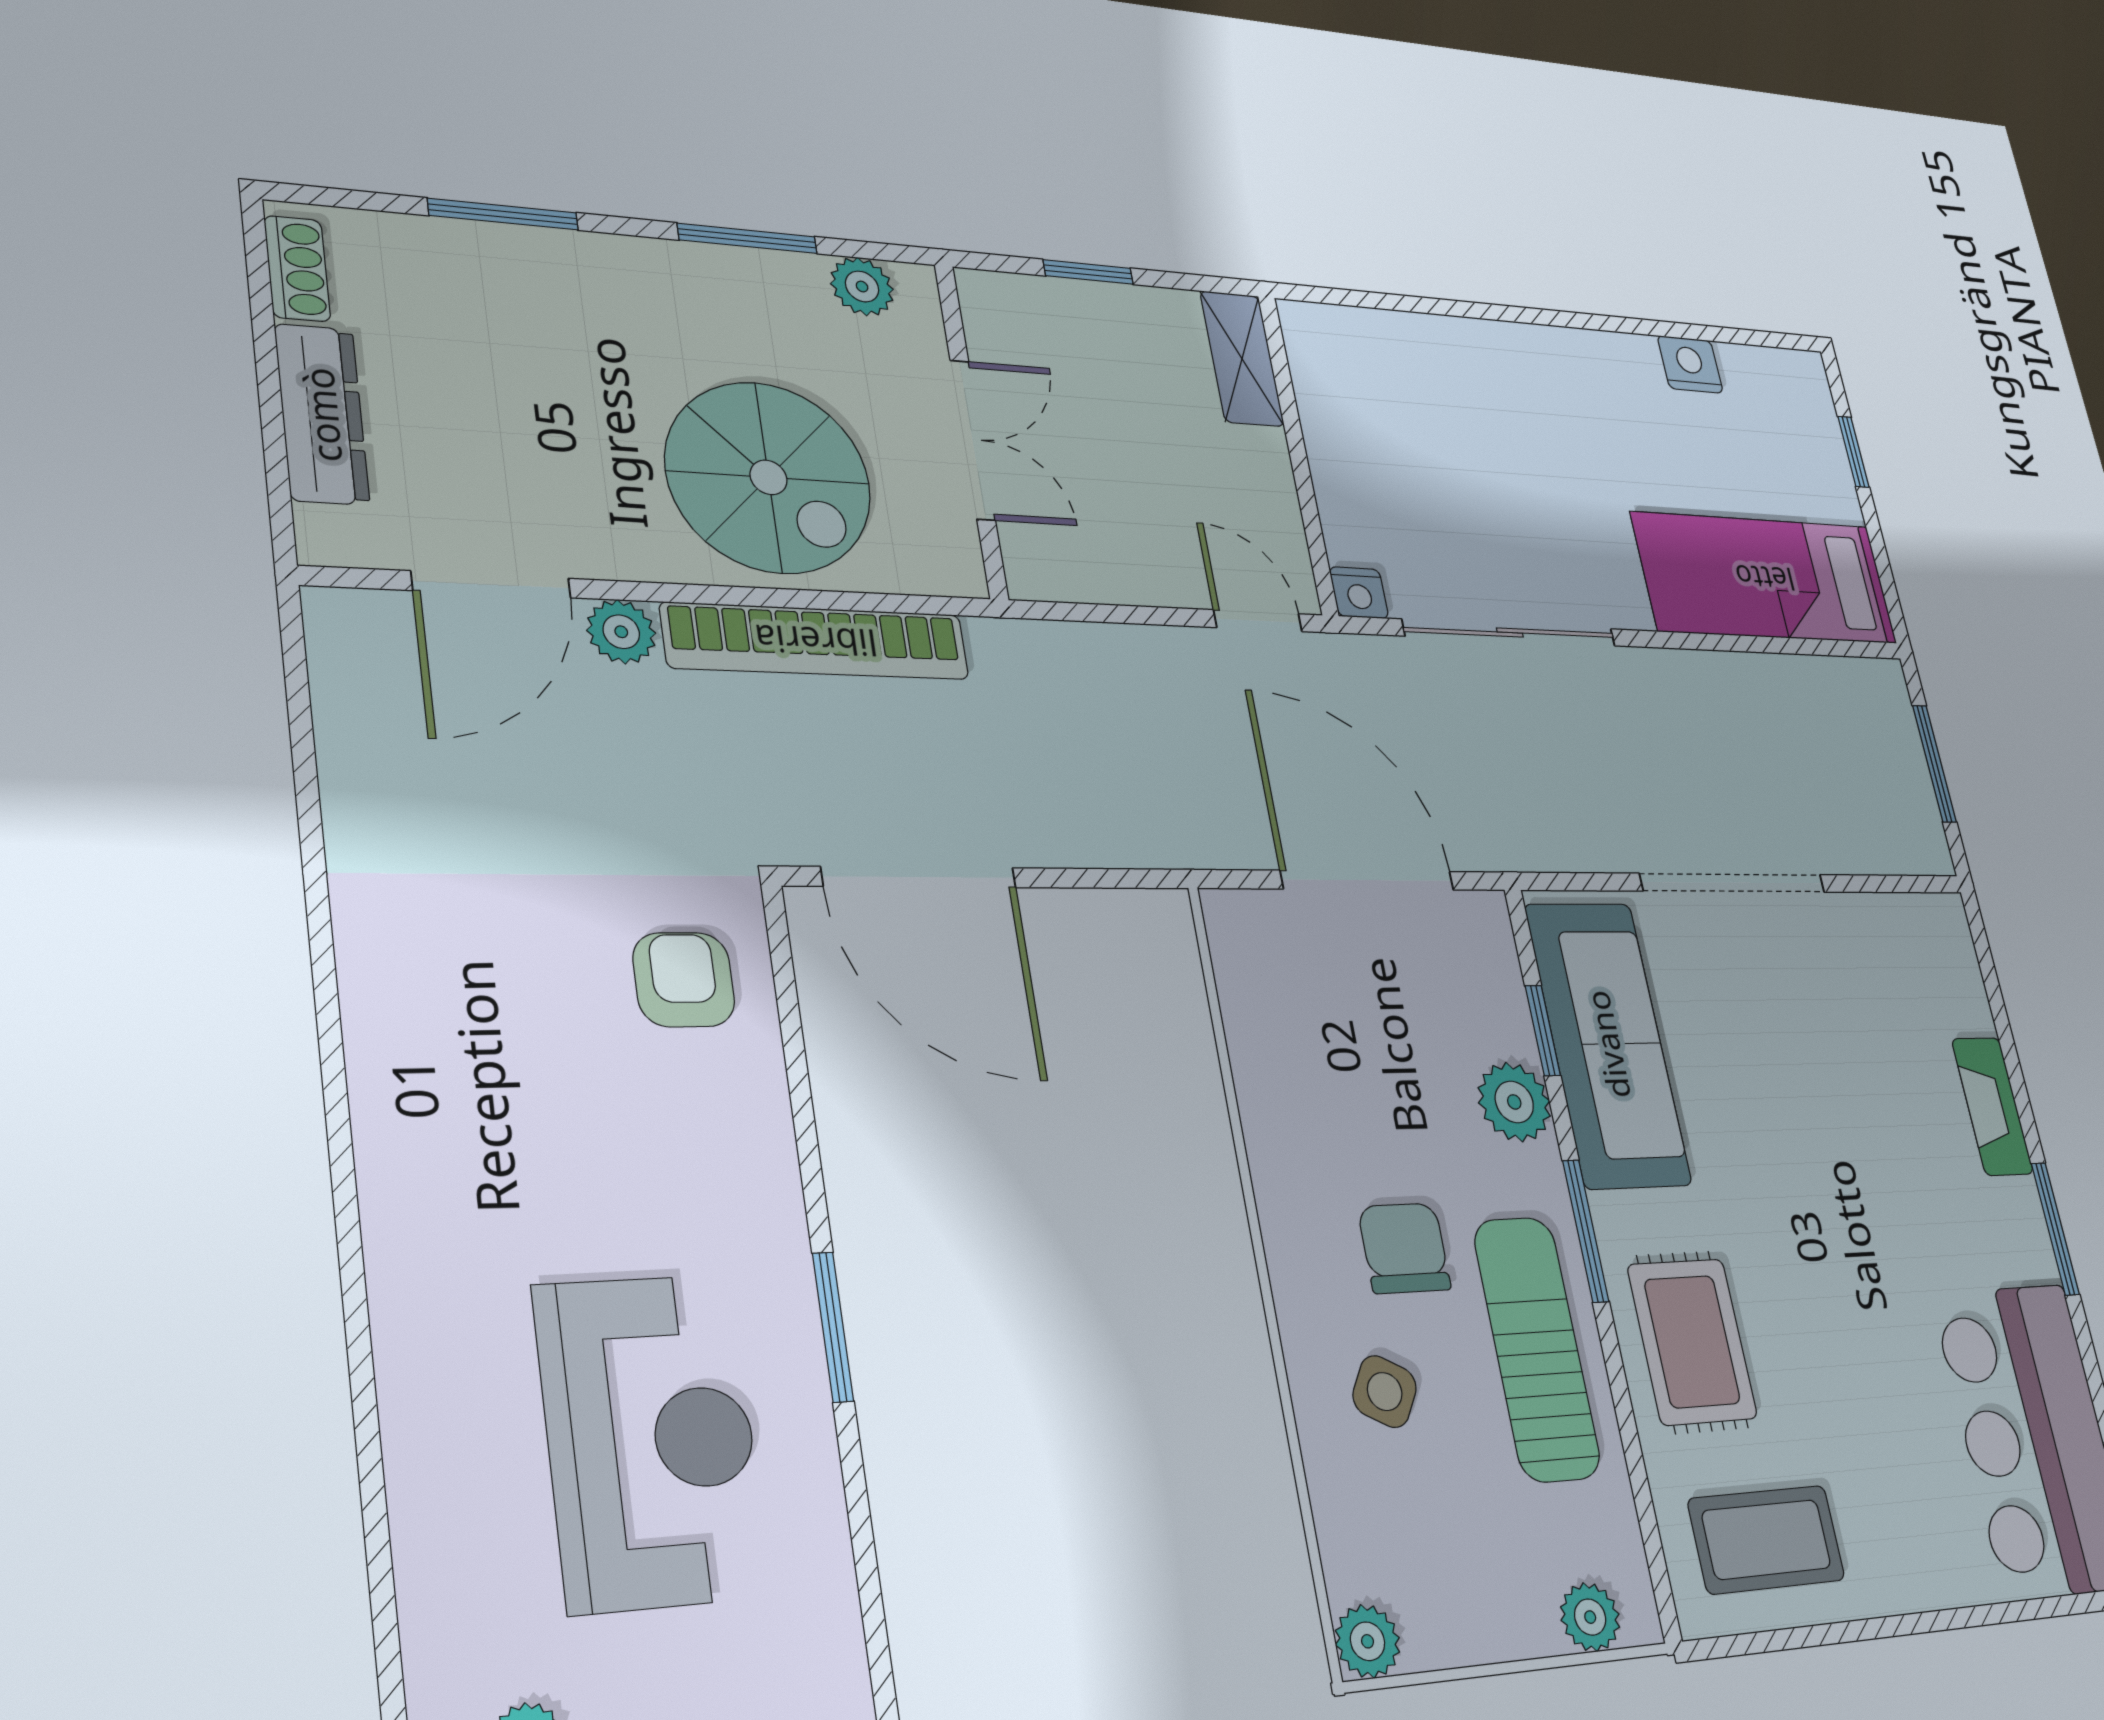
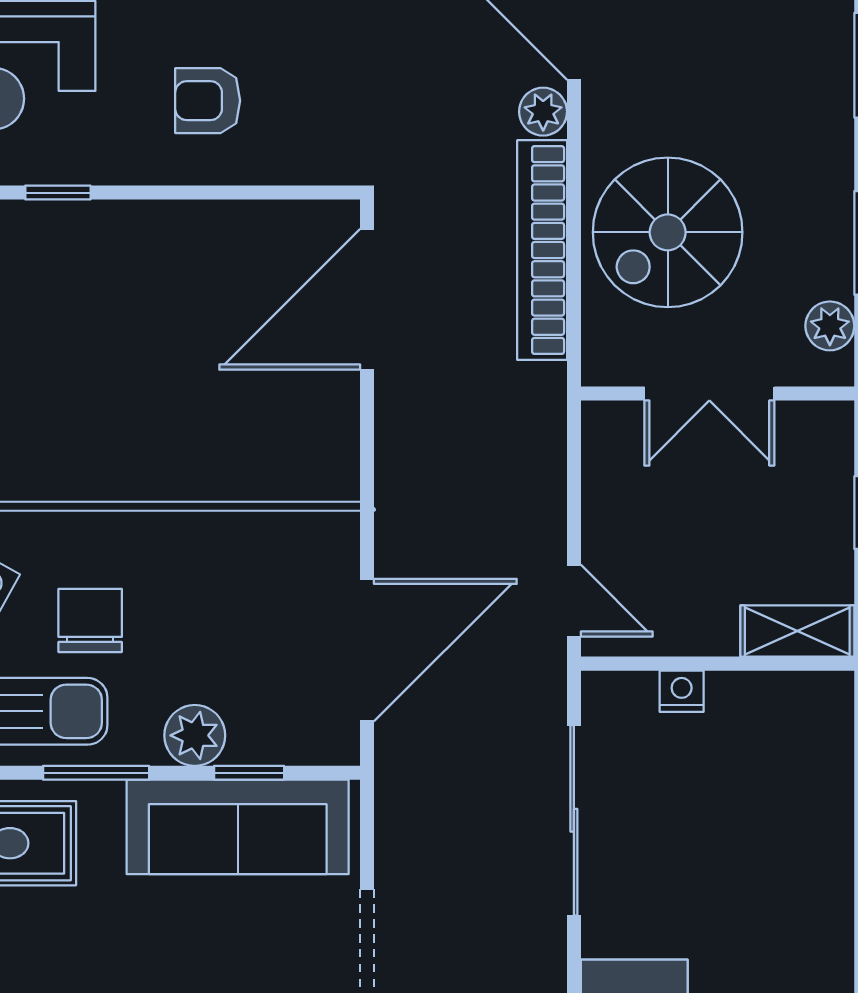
nightstand: (1359, 593) -> (682, 691), moved, turned 90
door: (1258, 621) -> (574, 601), hinge flipped
armchair: (684, 980) -> (208, 101), moved, turned 180
chair: (1404, 1248) -> (90, 620), turned -90
window: (833, 1327) -> (58, 193), width x0.67

